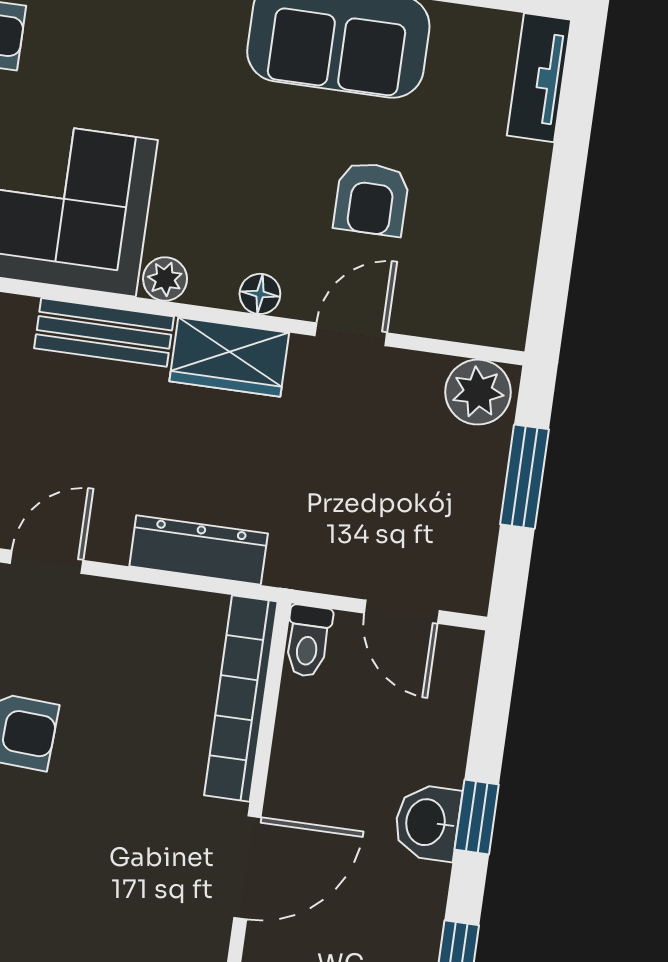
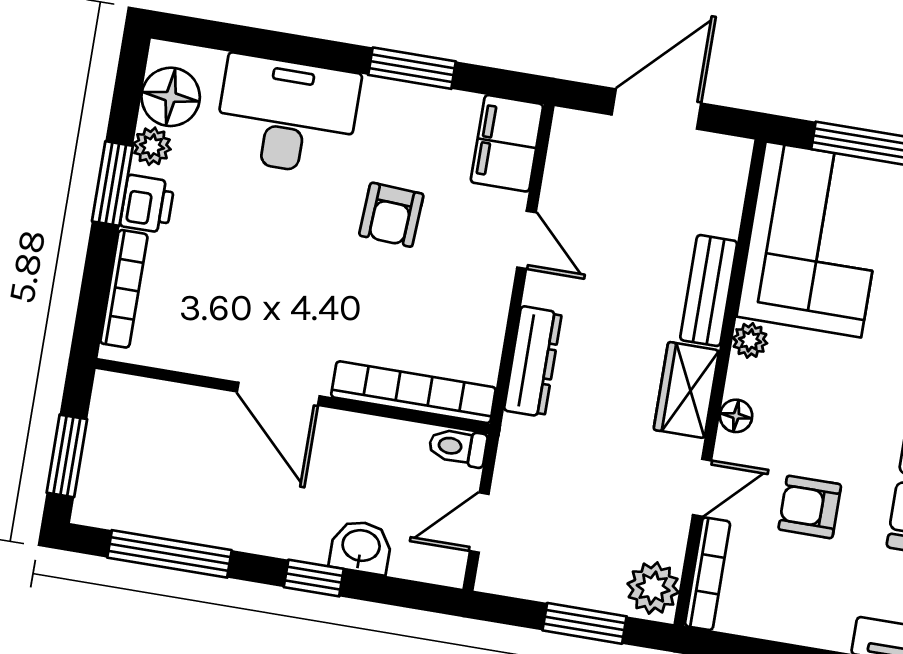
bookcase: (458, 324) -> (708, 574), added
door: (351, 334) -> (702, 488), hinge flipped
washbasin: (427, 822) -> (361, 547), moved

